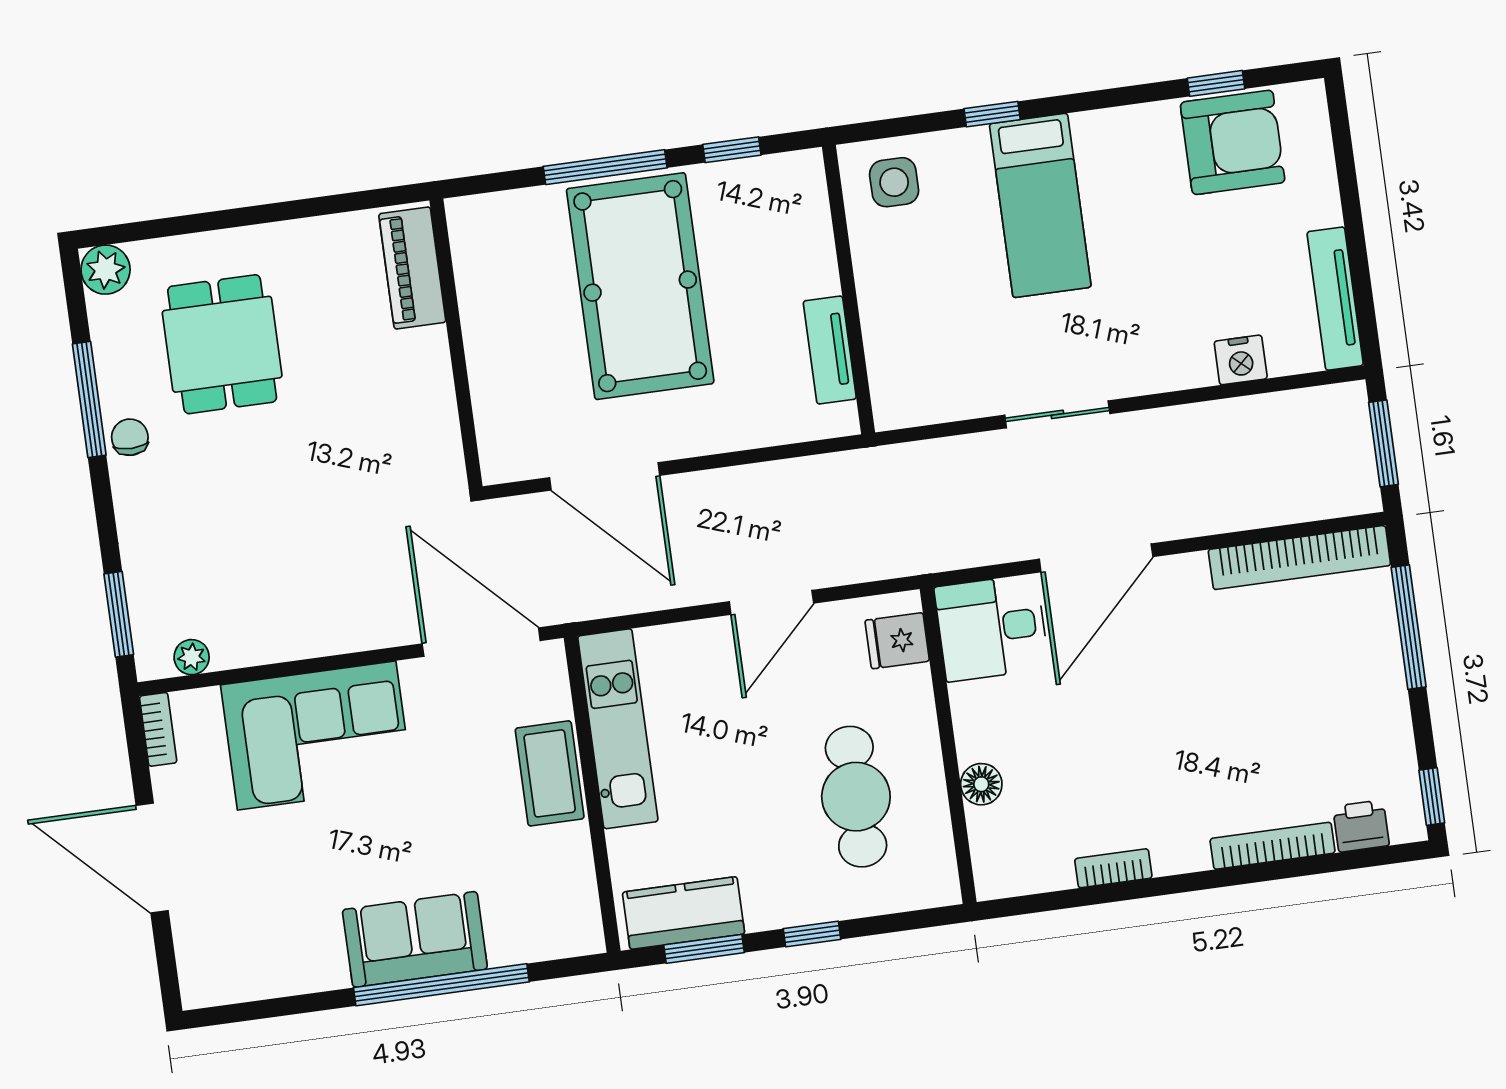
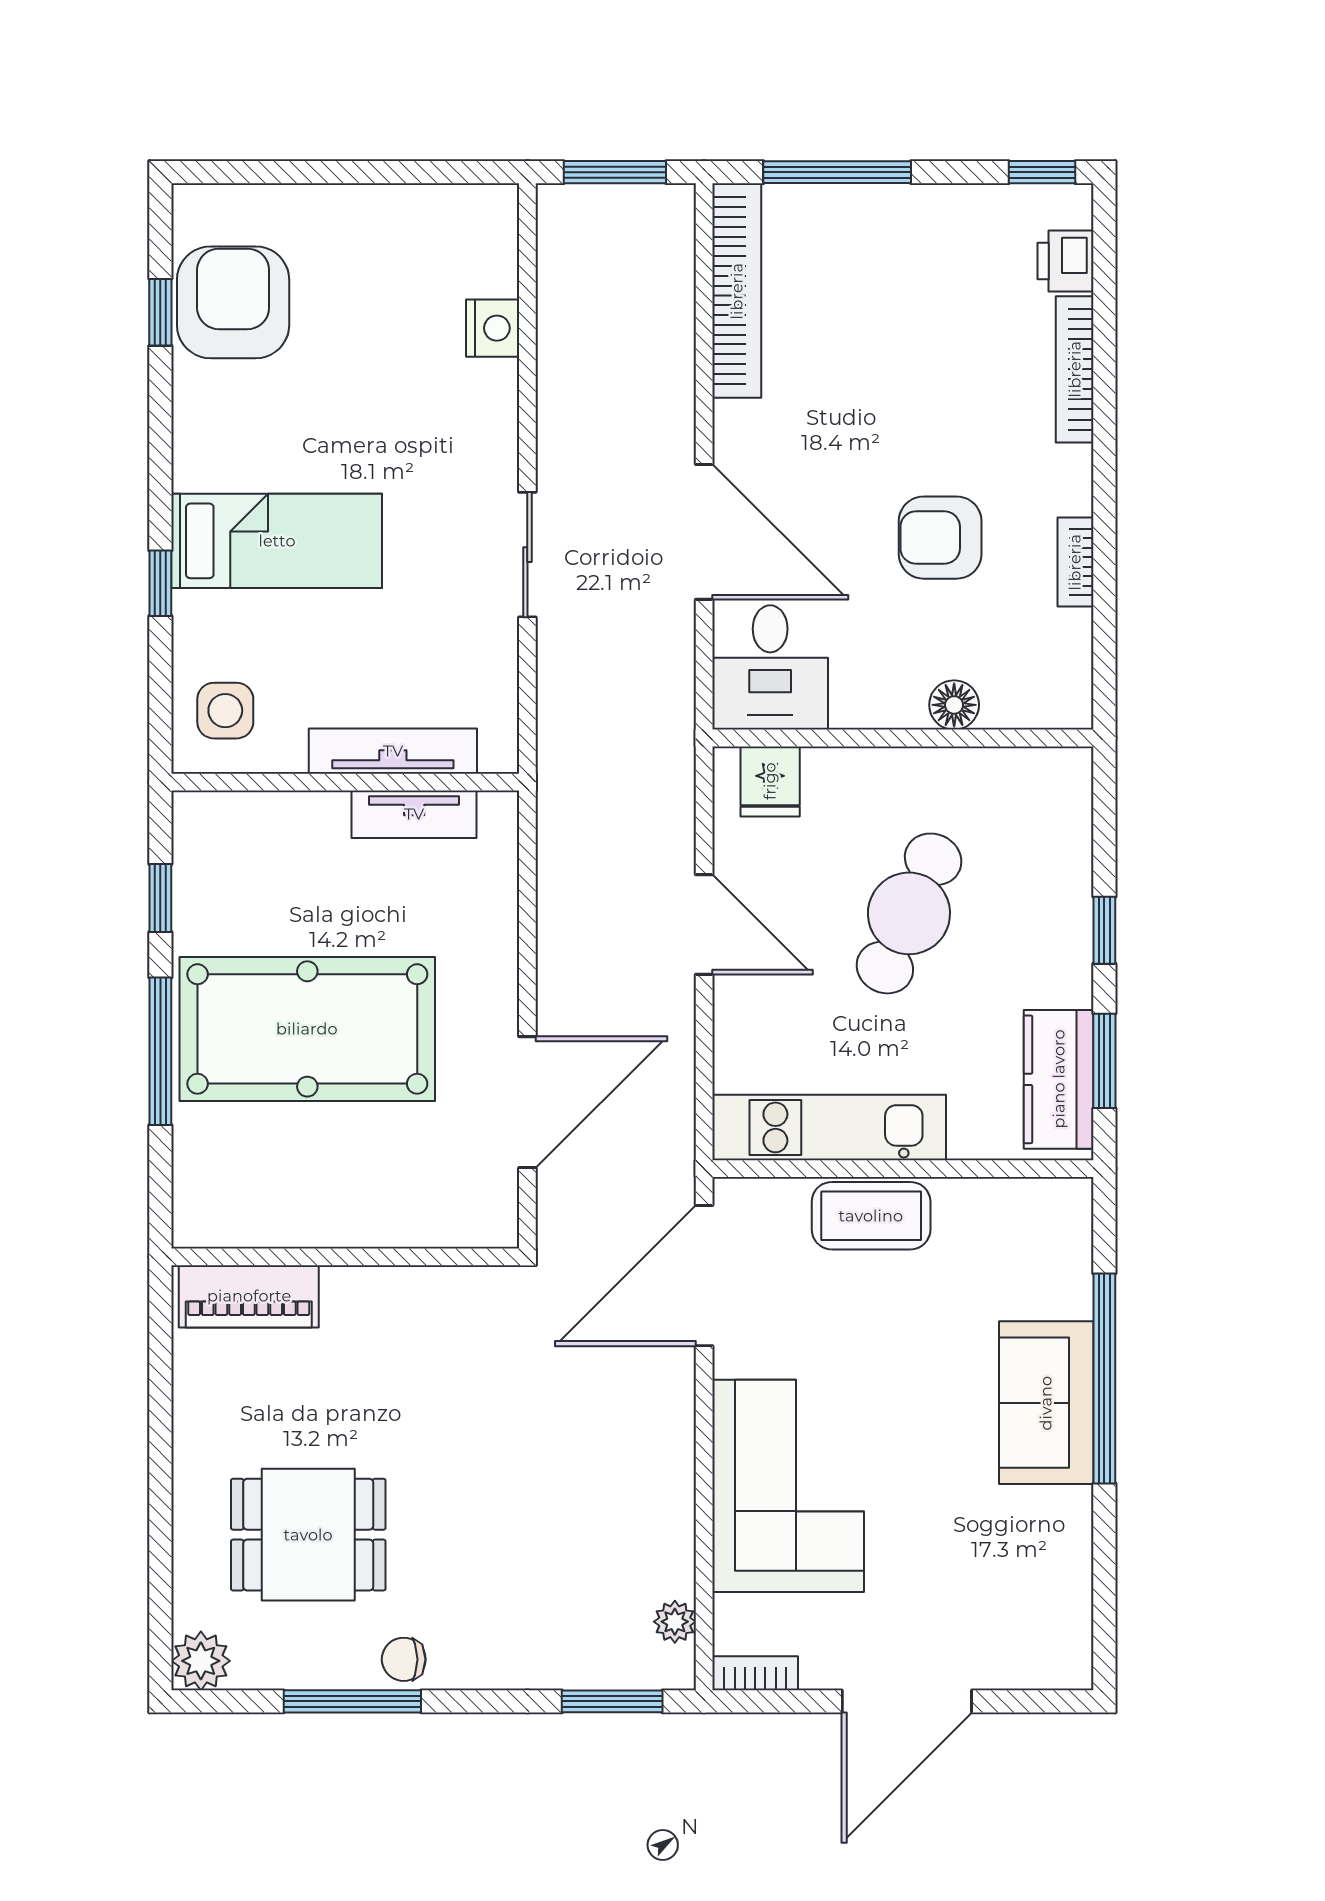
tv unit: (1335, 299) -> (393, 751), moved, turned 180
armchair: (1118, 754) -> (940, 538), added
cafe table: (856, 797) -> (909, 913), moved, turned -66

